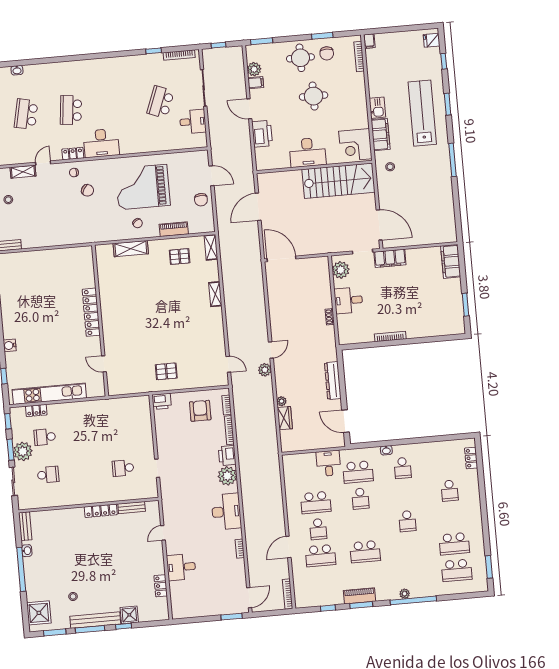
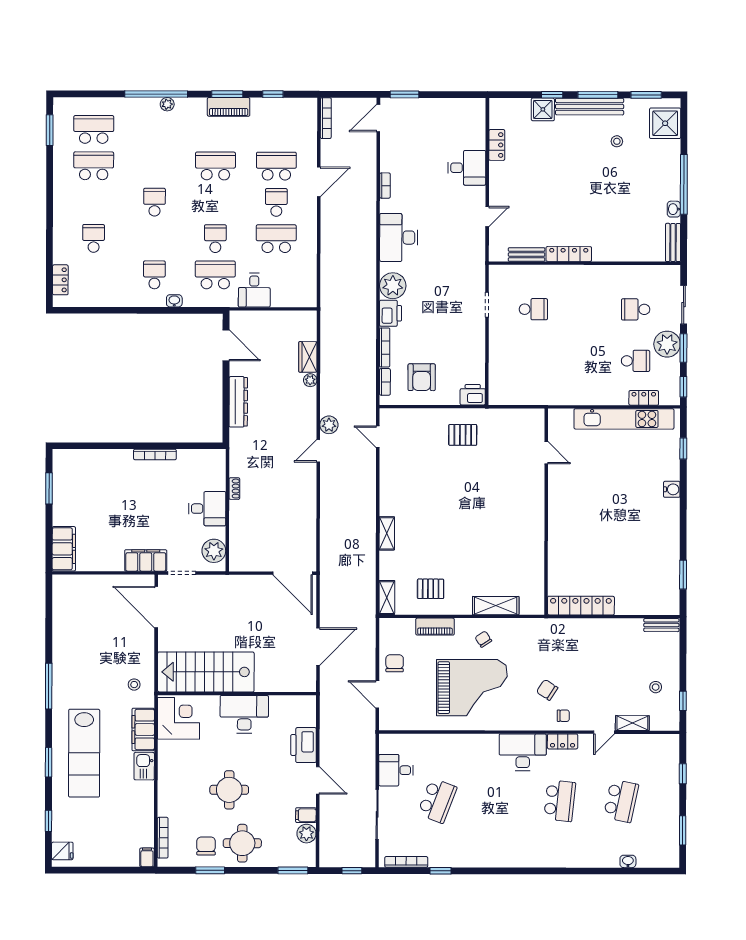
locker: (91, 312) -> (581, 606), moved, turned -90

